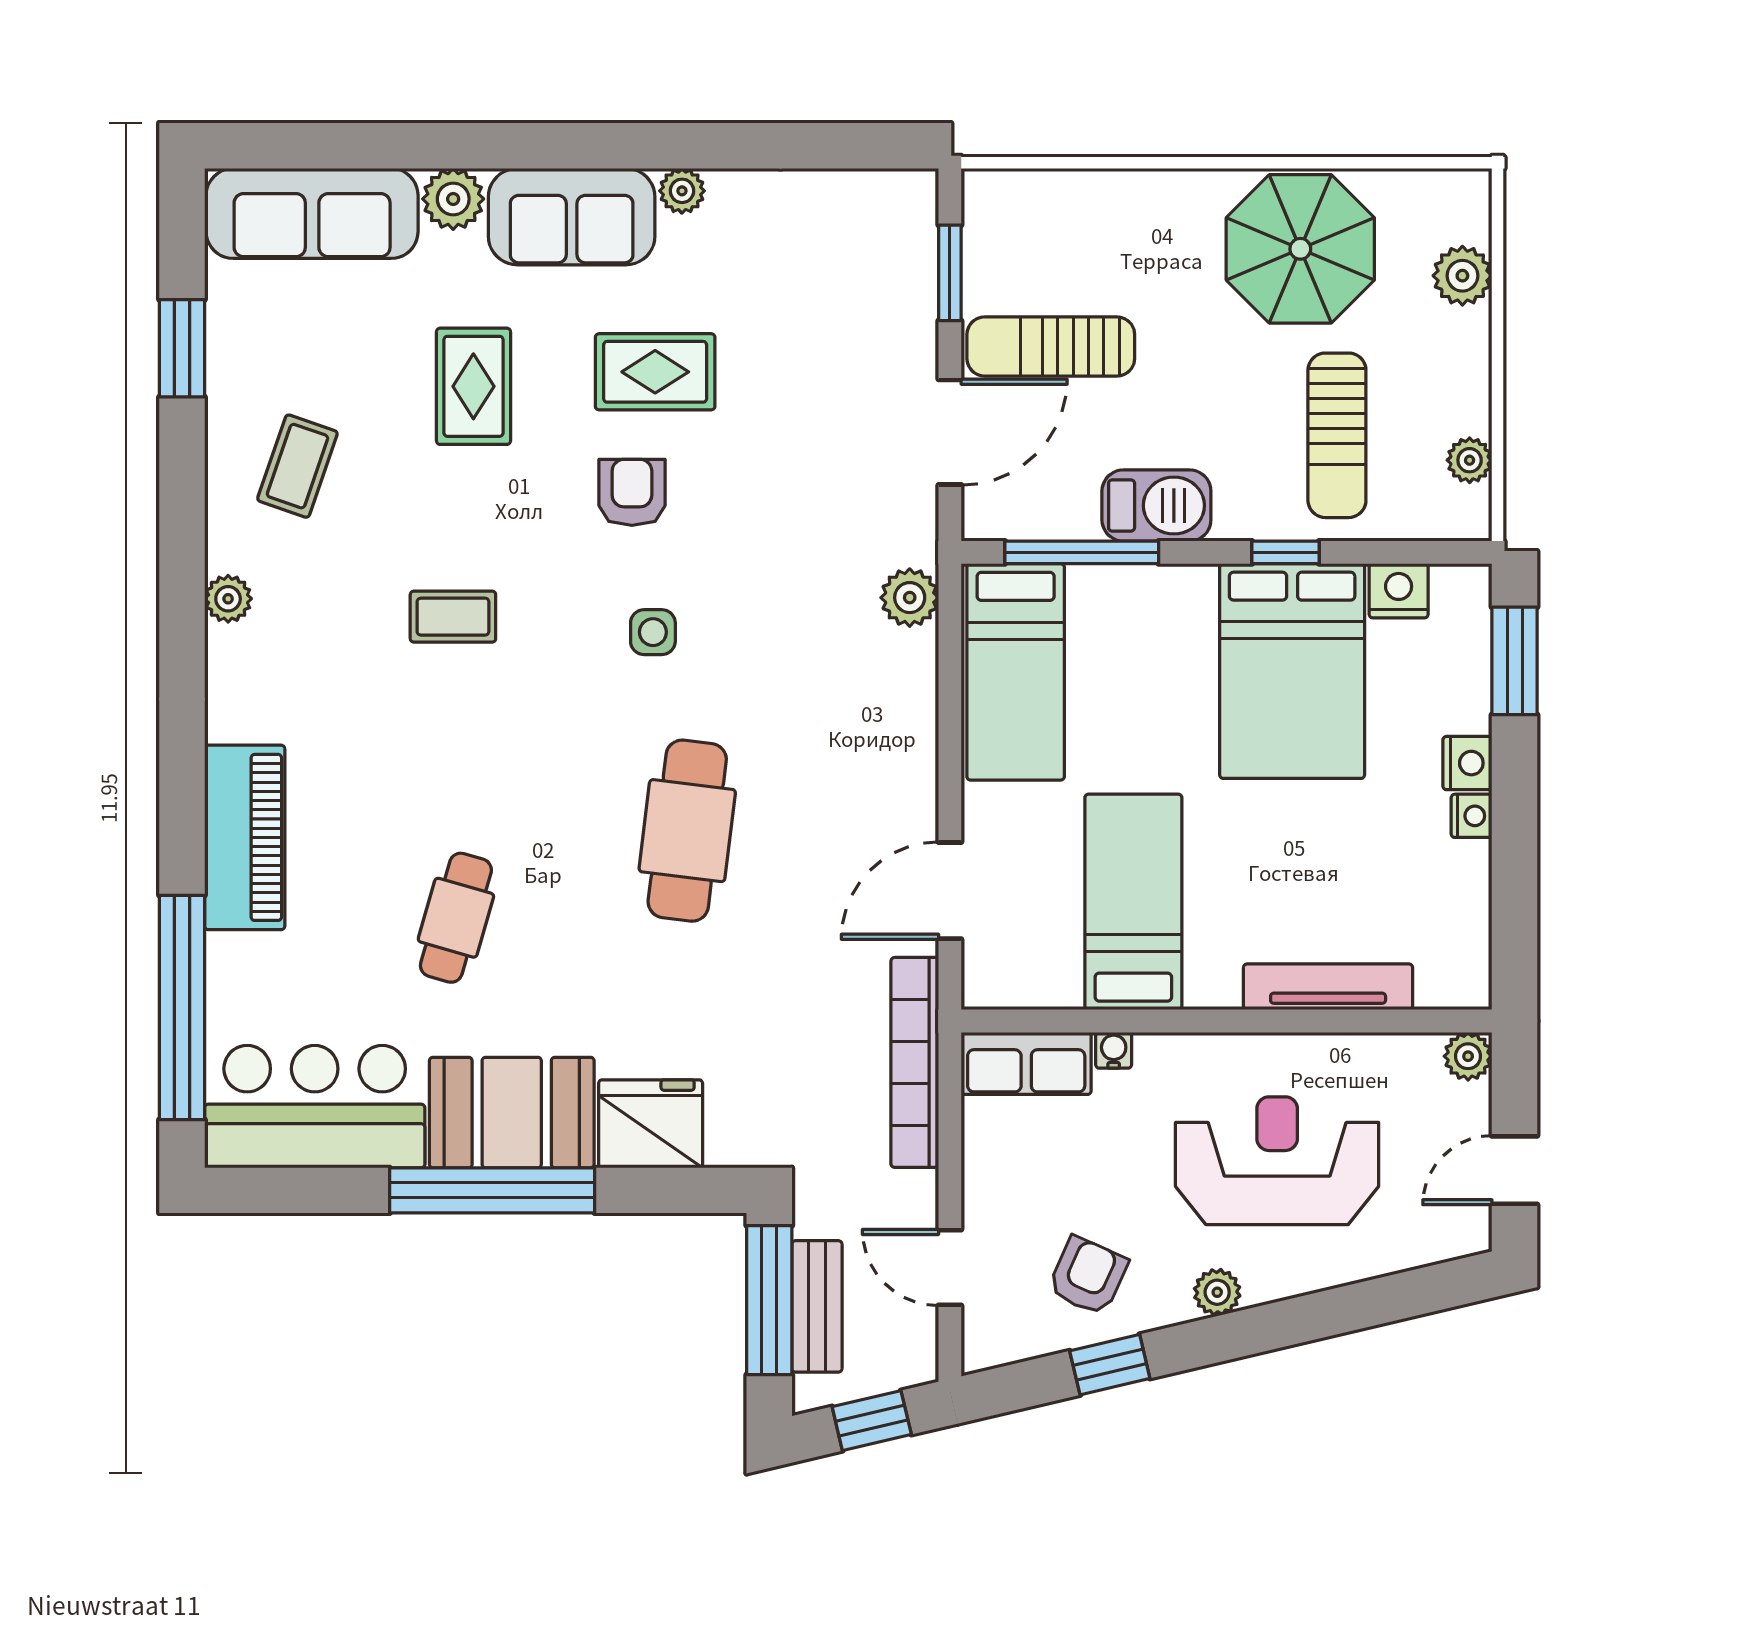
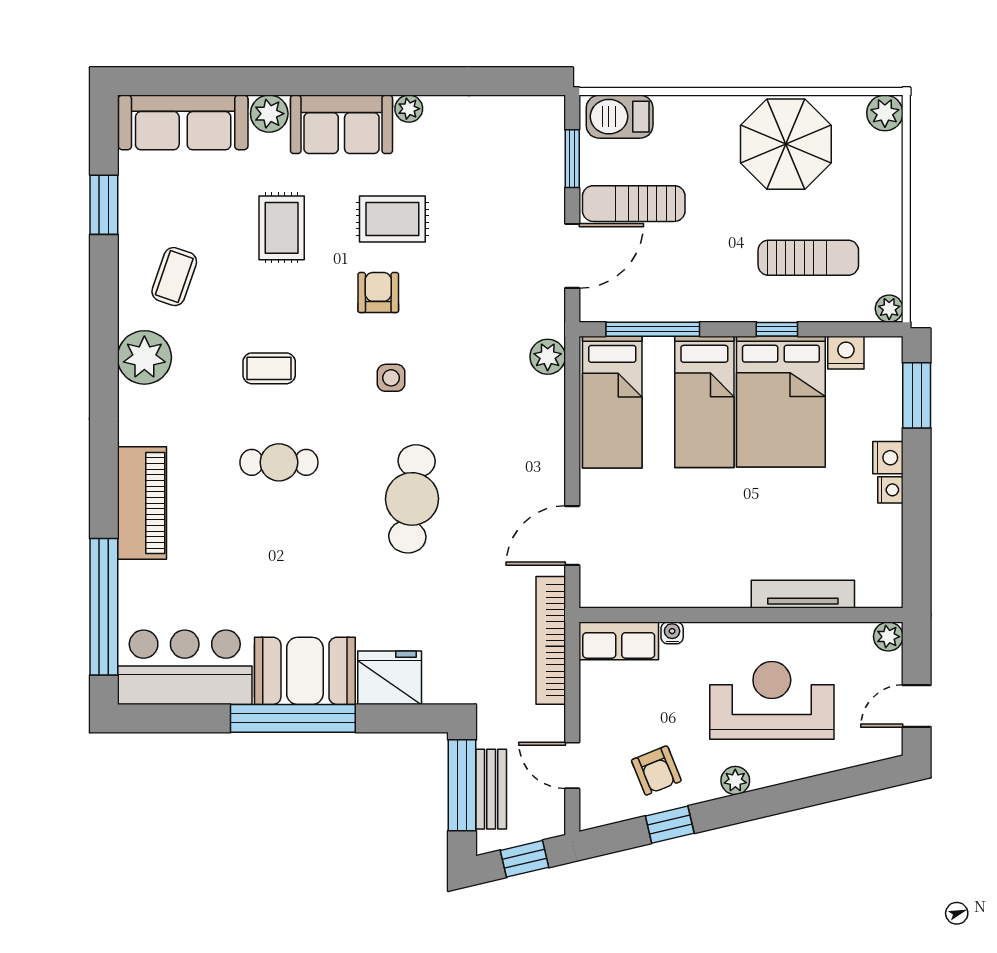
plant: (1462, 276) -> (885, 113), moved
sun lounger: (1337, 435) -> (808, 258), turned -90
plant: (1470, 460) -> (889, 309), moved
barbecue: (1156, 505) -> (620, 117), moved, turned 180
plant: (228, 599) -> (144, 357), width x1.88, depth x1.88
bed: (1133, 902) -> (704, 402), moved, turned 180
cafe table: (456, 918) -> (279, 462), moved, turned 74
armchair: (1088, 1276) -> (656, 771), turned 134

